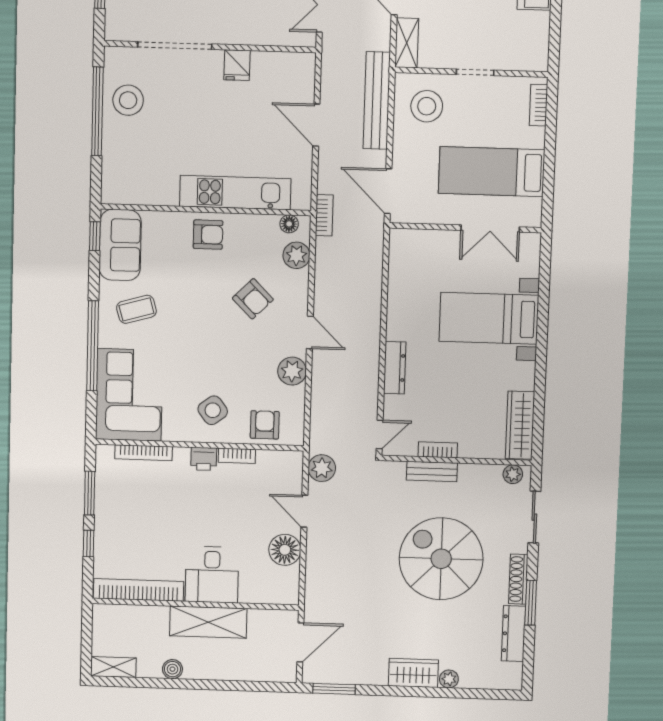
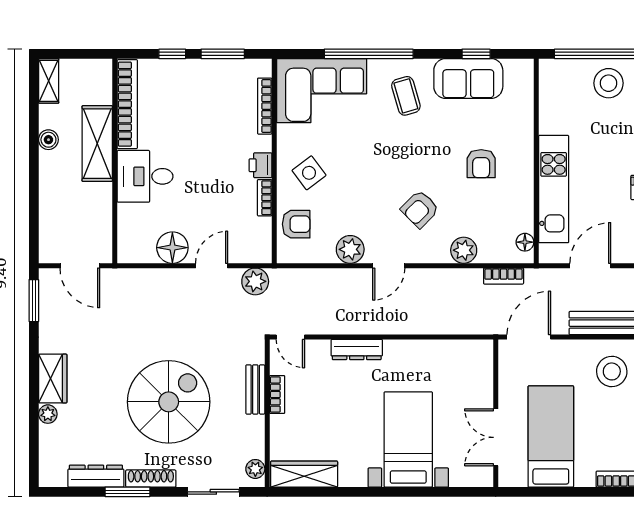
kitchen unit: (235, 193) -> (554, 189), moved
wall: (206, 210) -> (536, 161), moved
floor lamp: (289, 224) -> (525, 242), moved
shelving: (208, 622) -> (97, 144), moved

